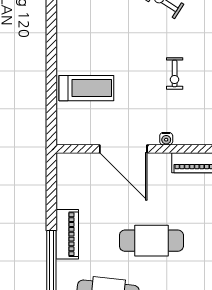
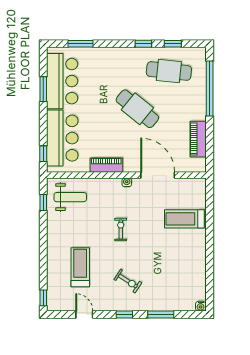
piano: (67, 234) -> (198, 139), moved
cafe table: (151, 241) -> (137, 109), turned 39

